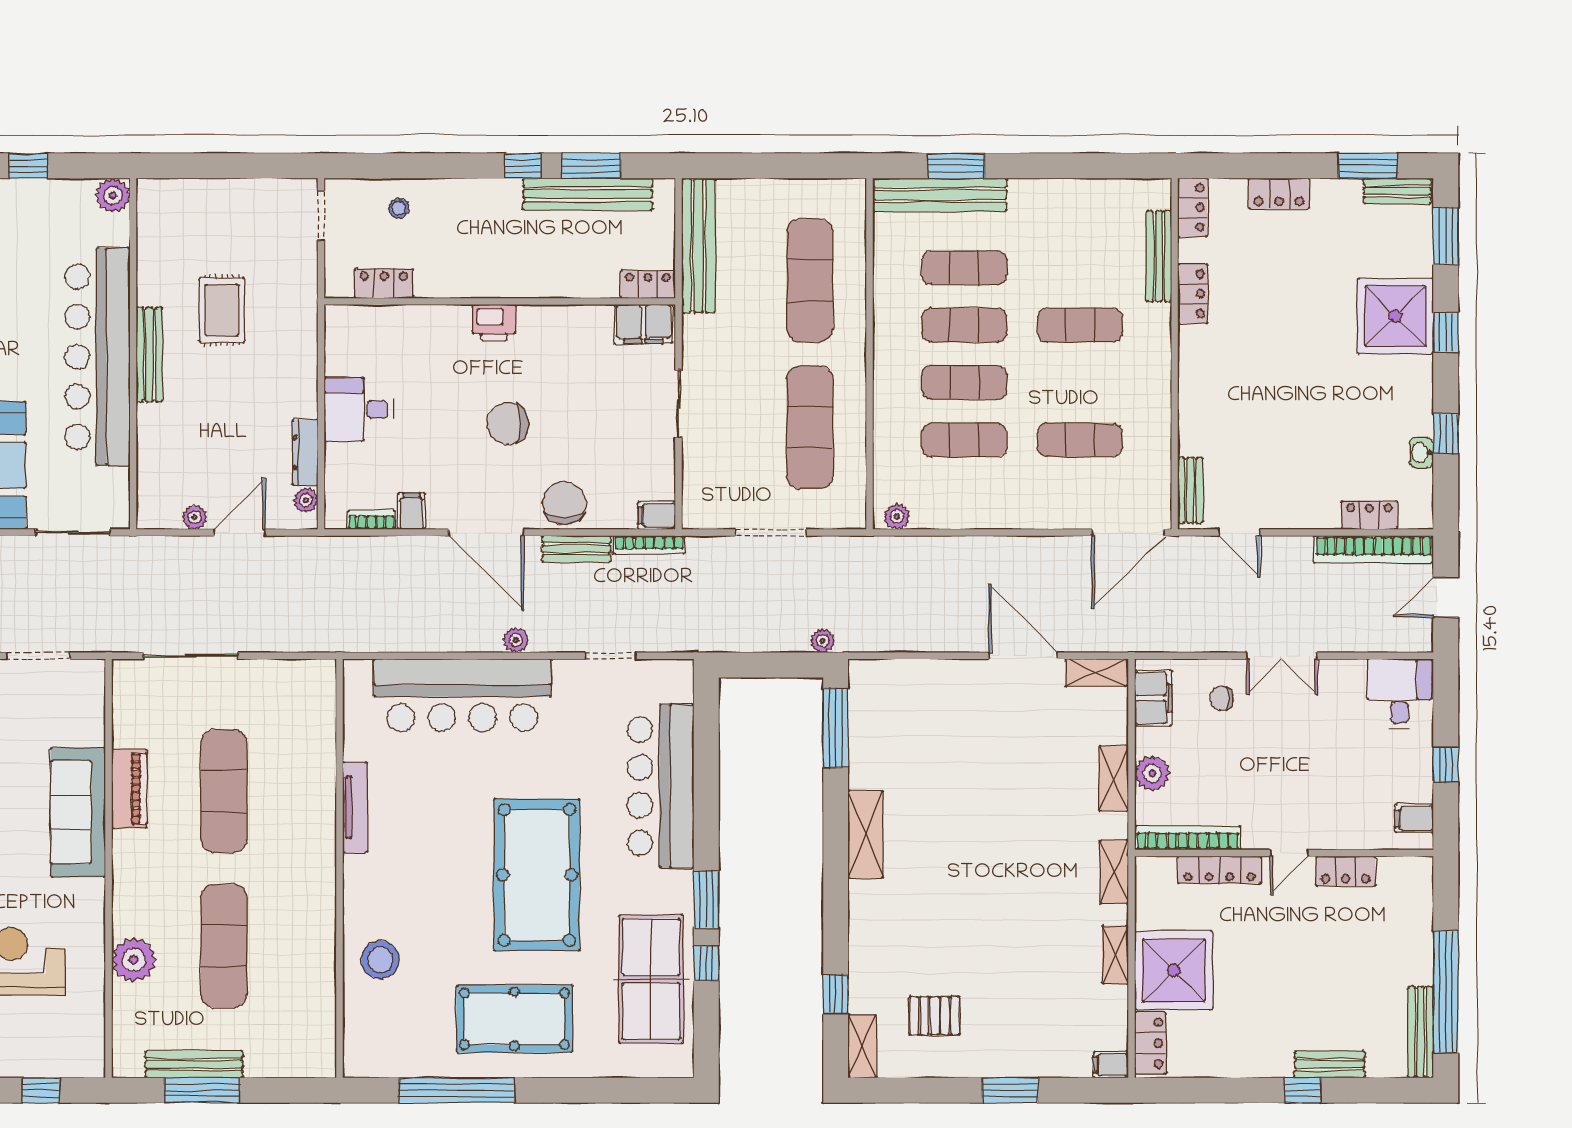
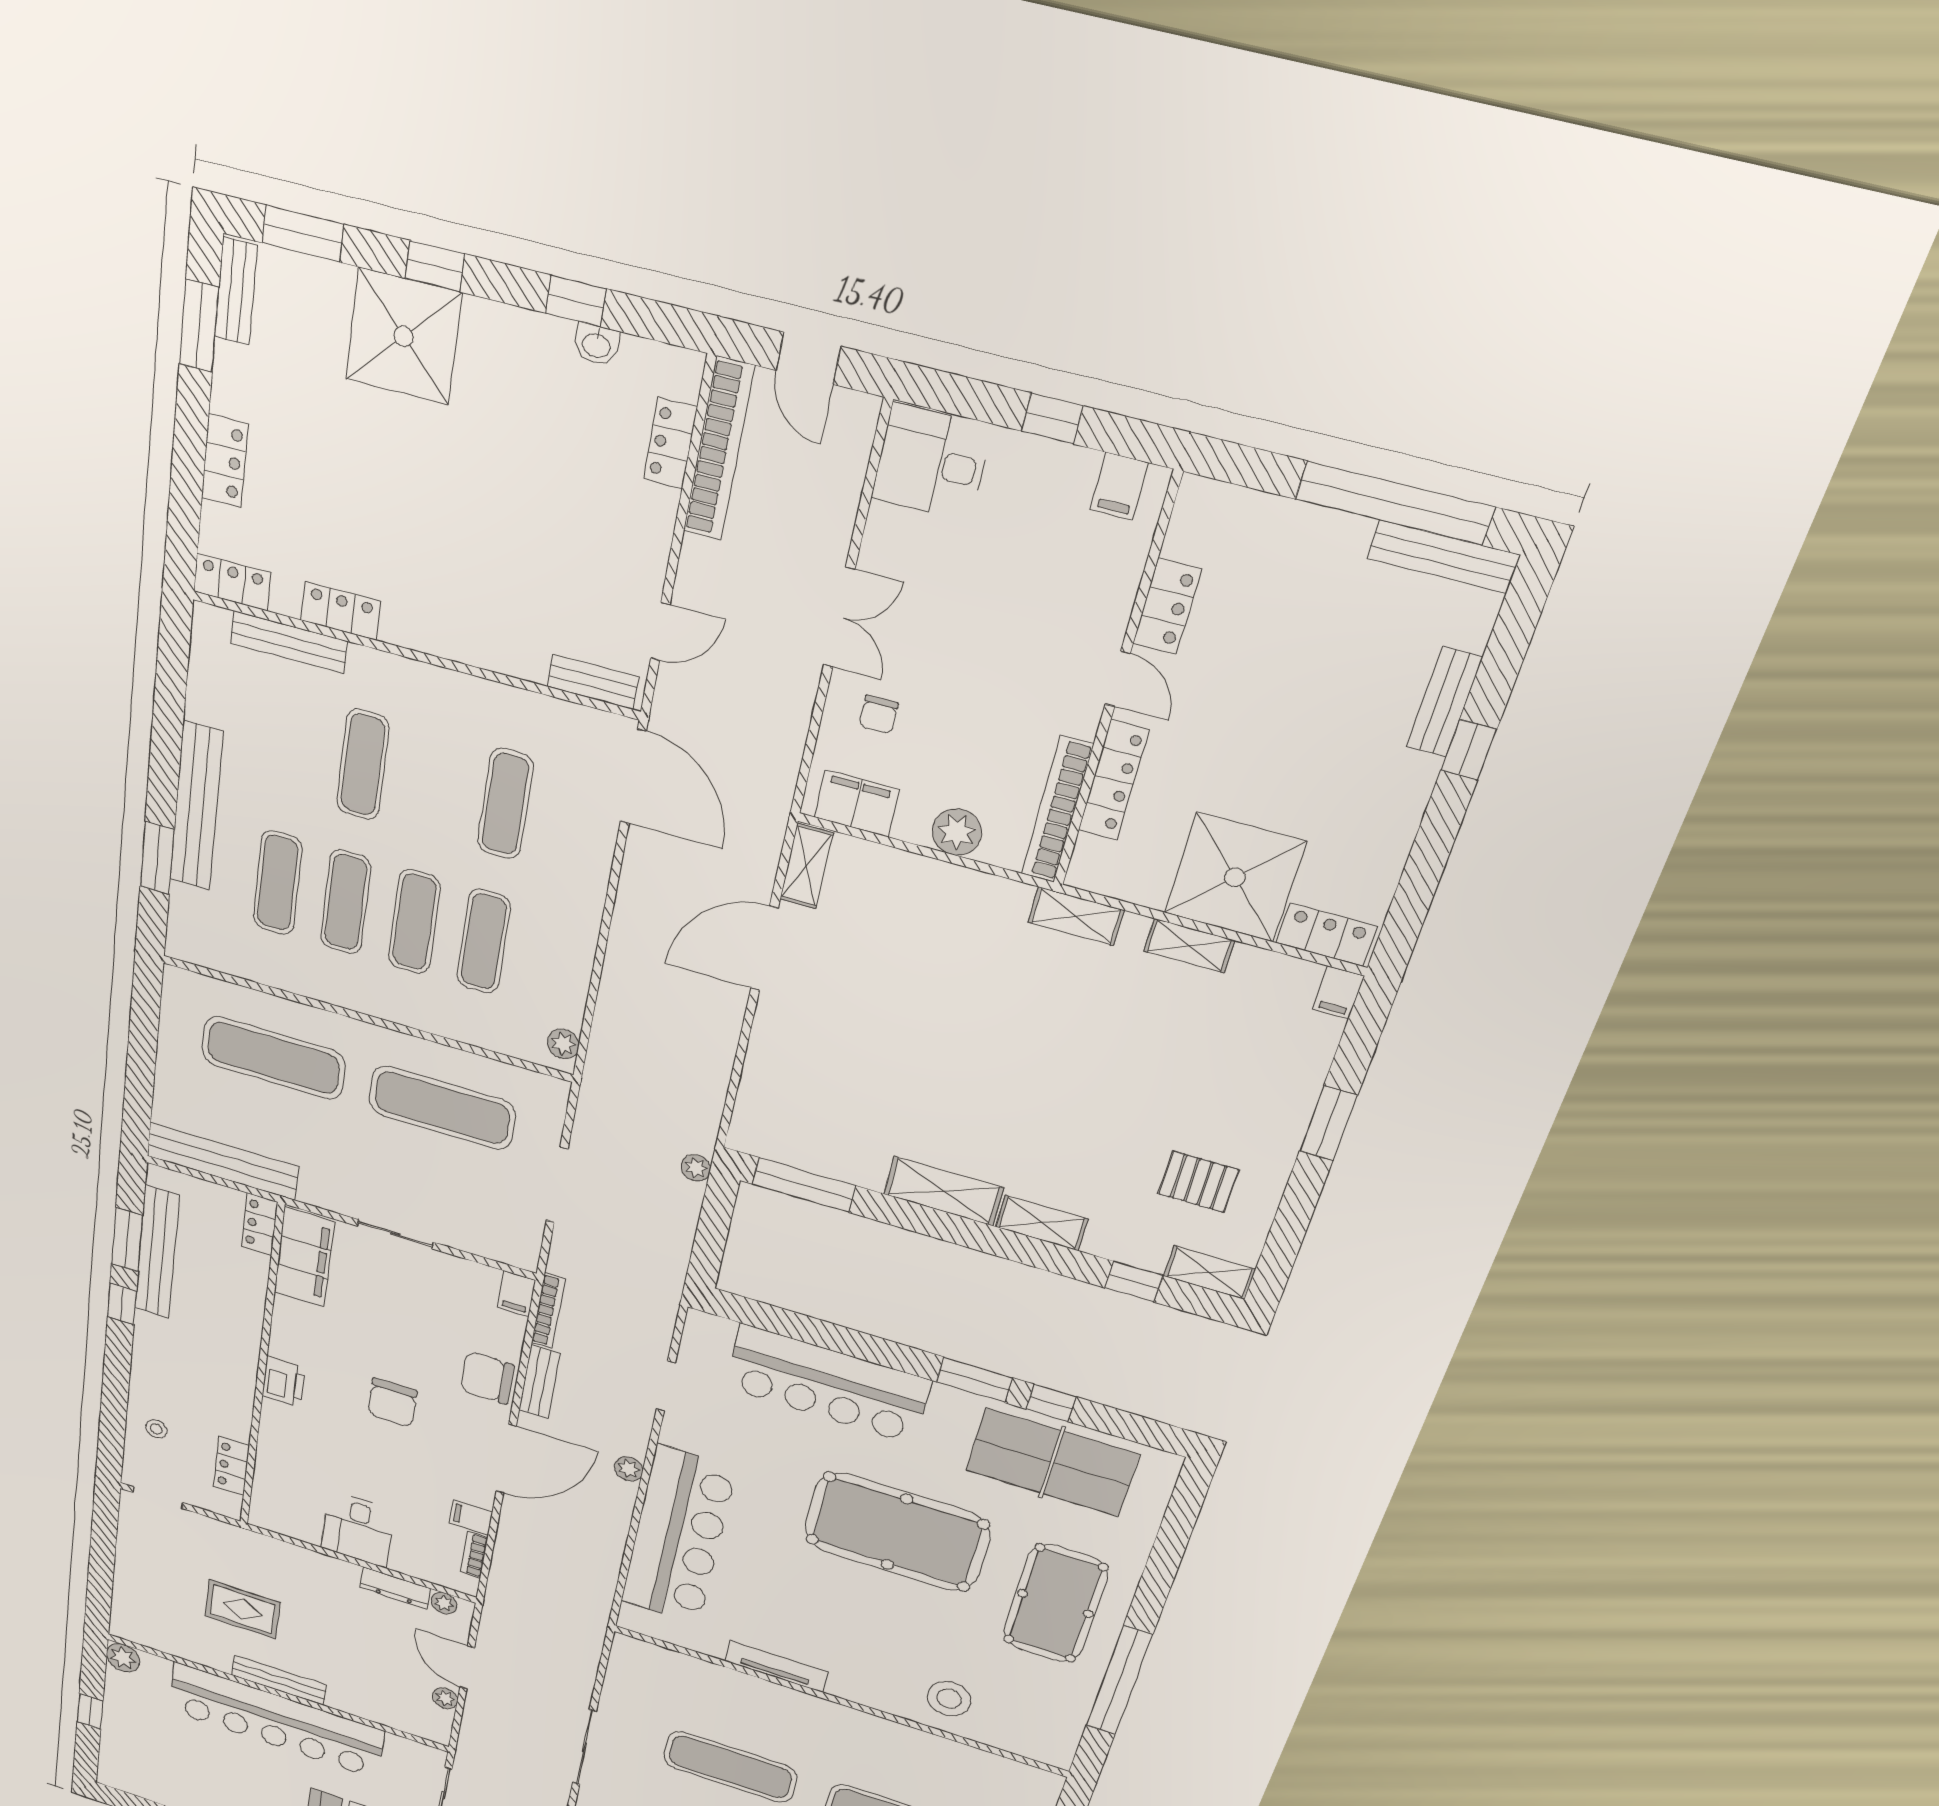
bench: (940, 195) -> (196, 806), moved
filing cabinet: (643, 324) -> (304, 1257), width x1.50, depth x1.17
shelving: (1114, 778) -> (1042, 1223), moved
pallet: (935, 1016) -> (1198, 1182), turned 90

